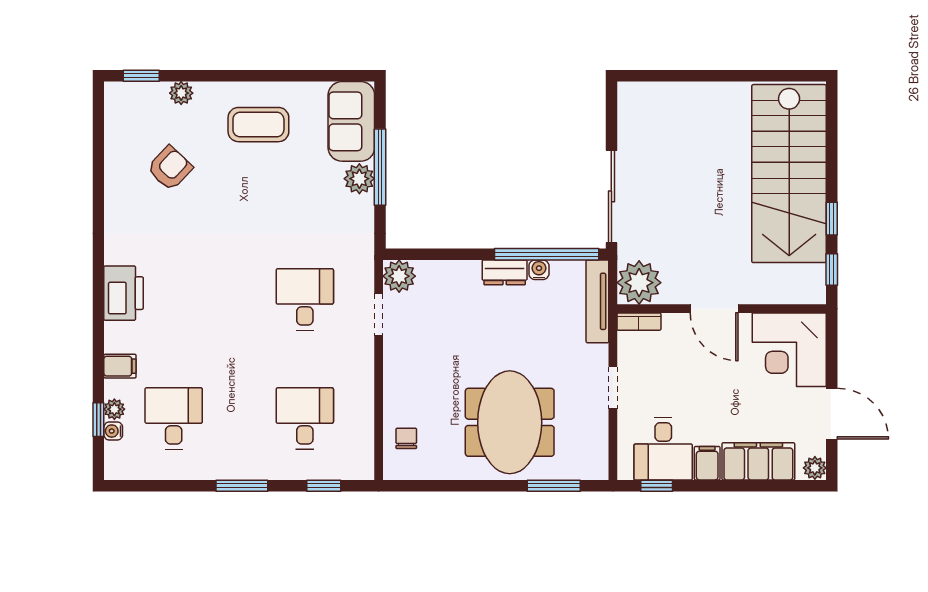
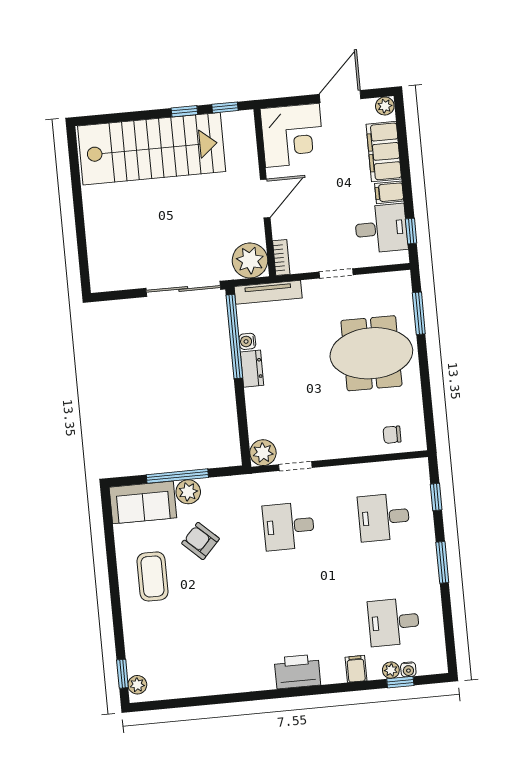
plant: (181, 93) -> (137, 685), moved
armchair: (170, 168) -> (201, 541), moved

